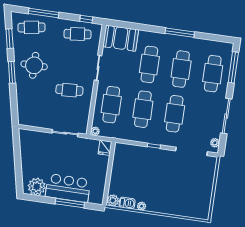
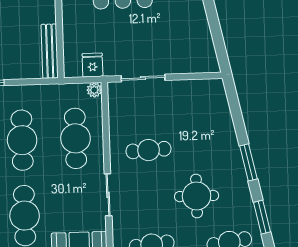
round table: (34, 65) -> (197, 196), moved
fridge: (105, 148) -> (92, 65), moved
bench: (117, 159) -> (50, 51), added

